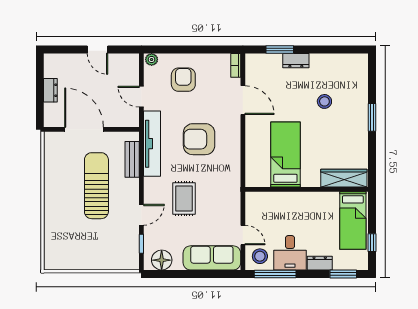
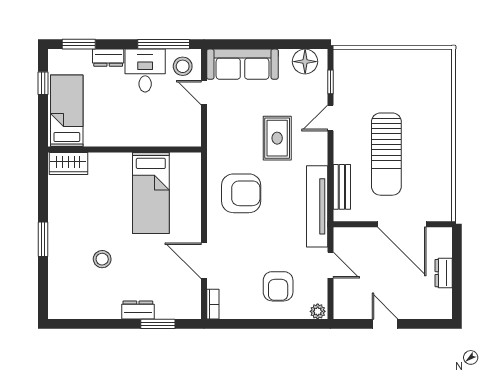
armchair: (199, 139) -> (241, 193), moved
wardrobe: (344, 178) -> (68, 164), width x0.67

